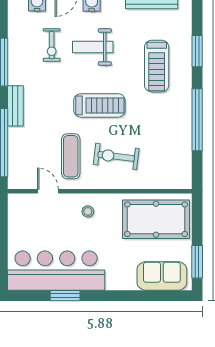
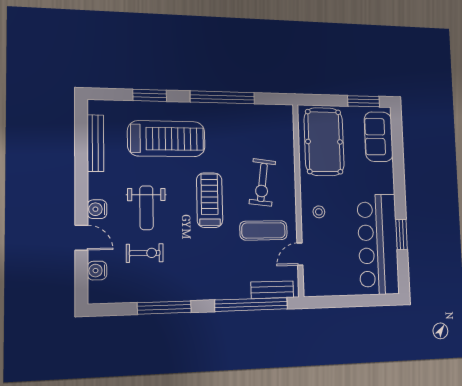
treadmill: (157, 66) -> (166, 139), width x1.37, depth x1.38
bench: (15, 106) -> (272, 290), moved

